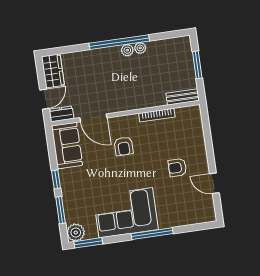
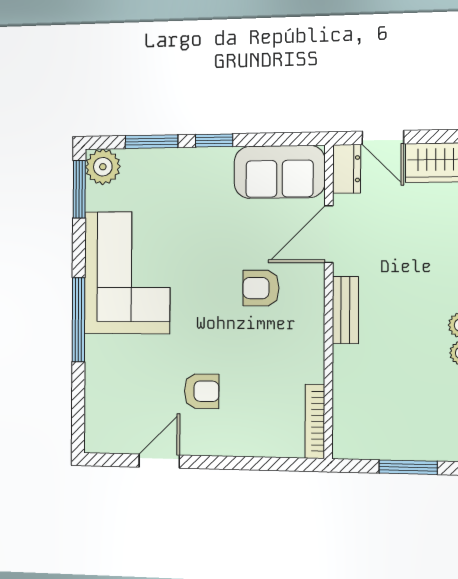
bench: (183, 97) -> (345, 310), moved
bookcase: (157, 115) -> (315, 421), moved
armchair: (177, 168) -> (202, 391), turned 90

